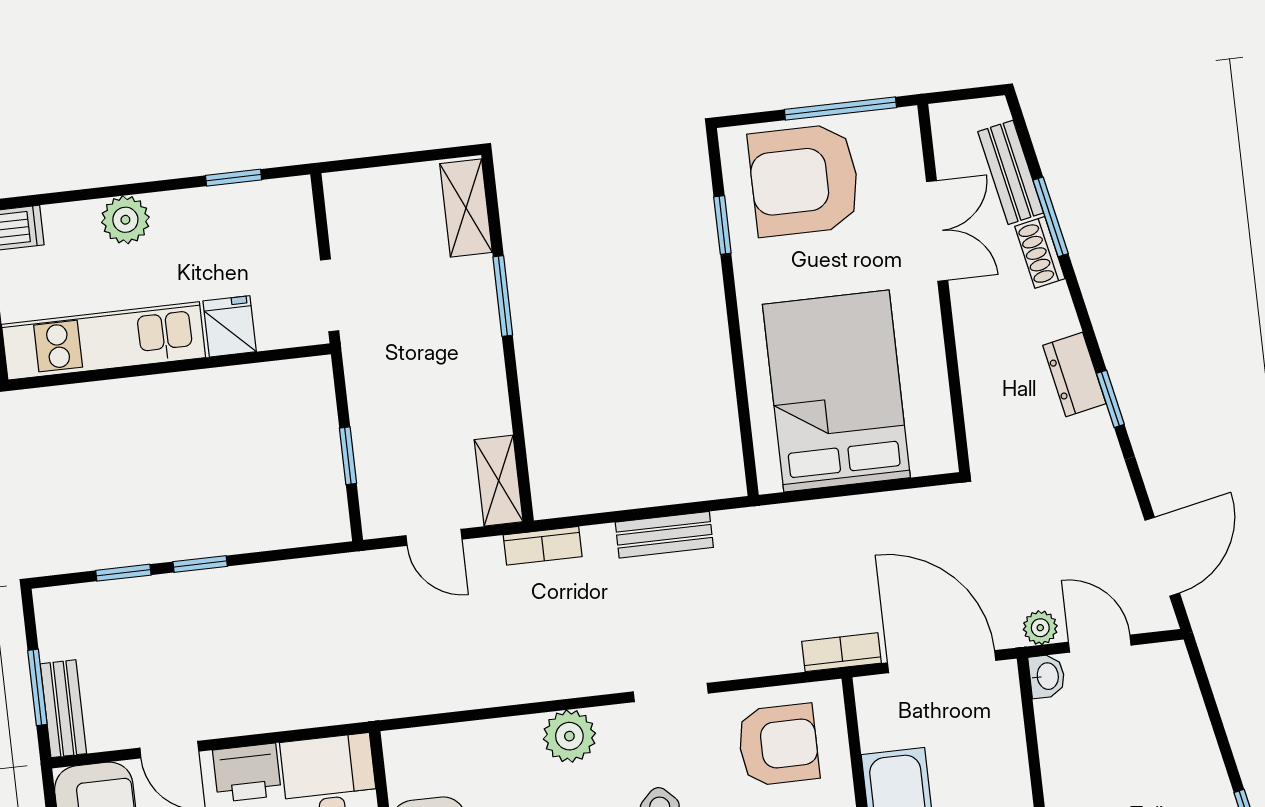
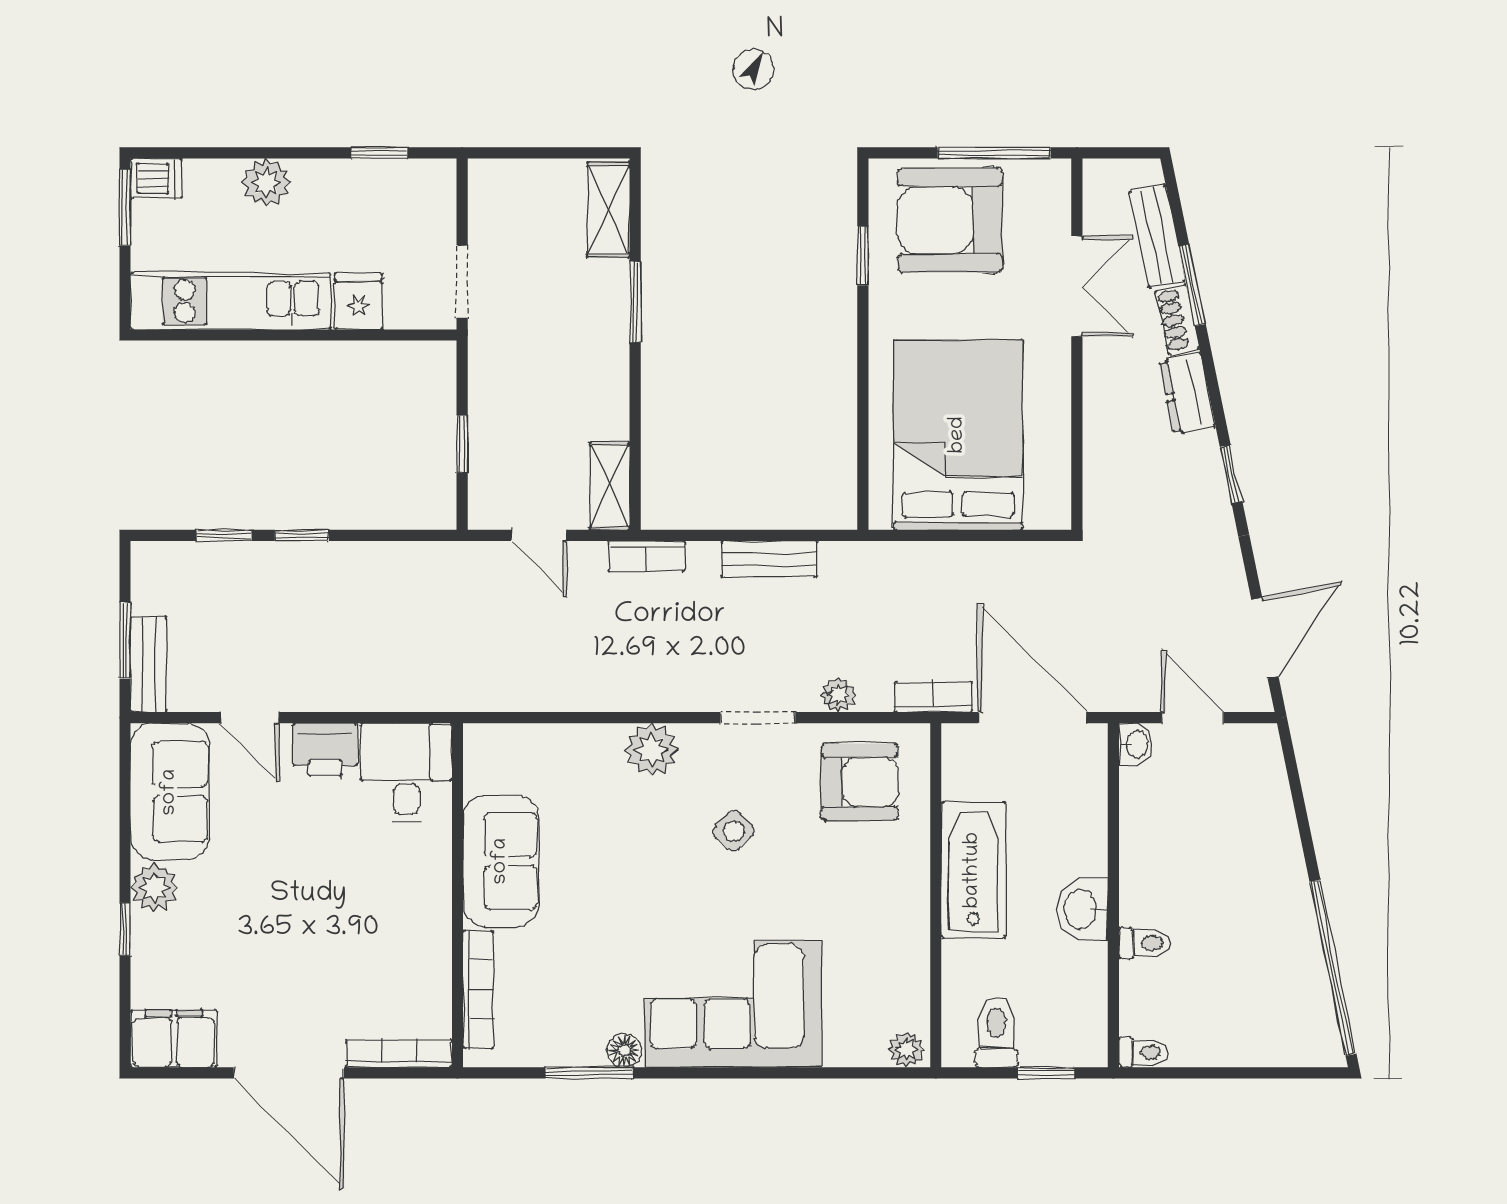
dresser: (1074, 374) -> (1187, 393), moved
plant: (1040, 628) -> (839, 695), moved

